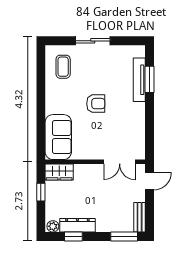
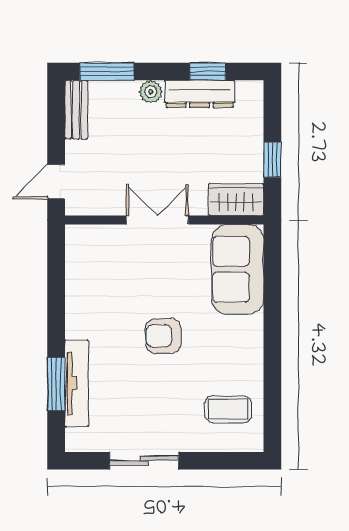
sliding door: (93, 41) -> (144, 461), moved
coffee table: (63, 67) -> (228, 409), turned 90
double door: (120, 162) -> (157, 220), moved
plant: (53, 226) -> (151, 92), moved

